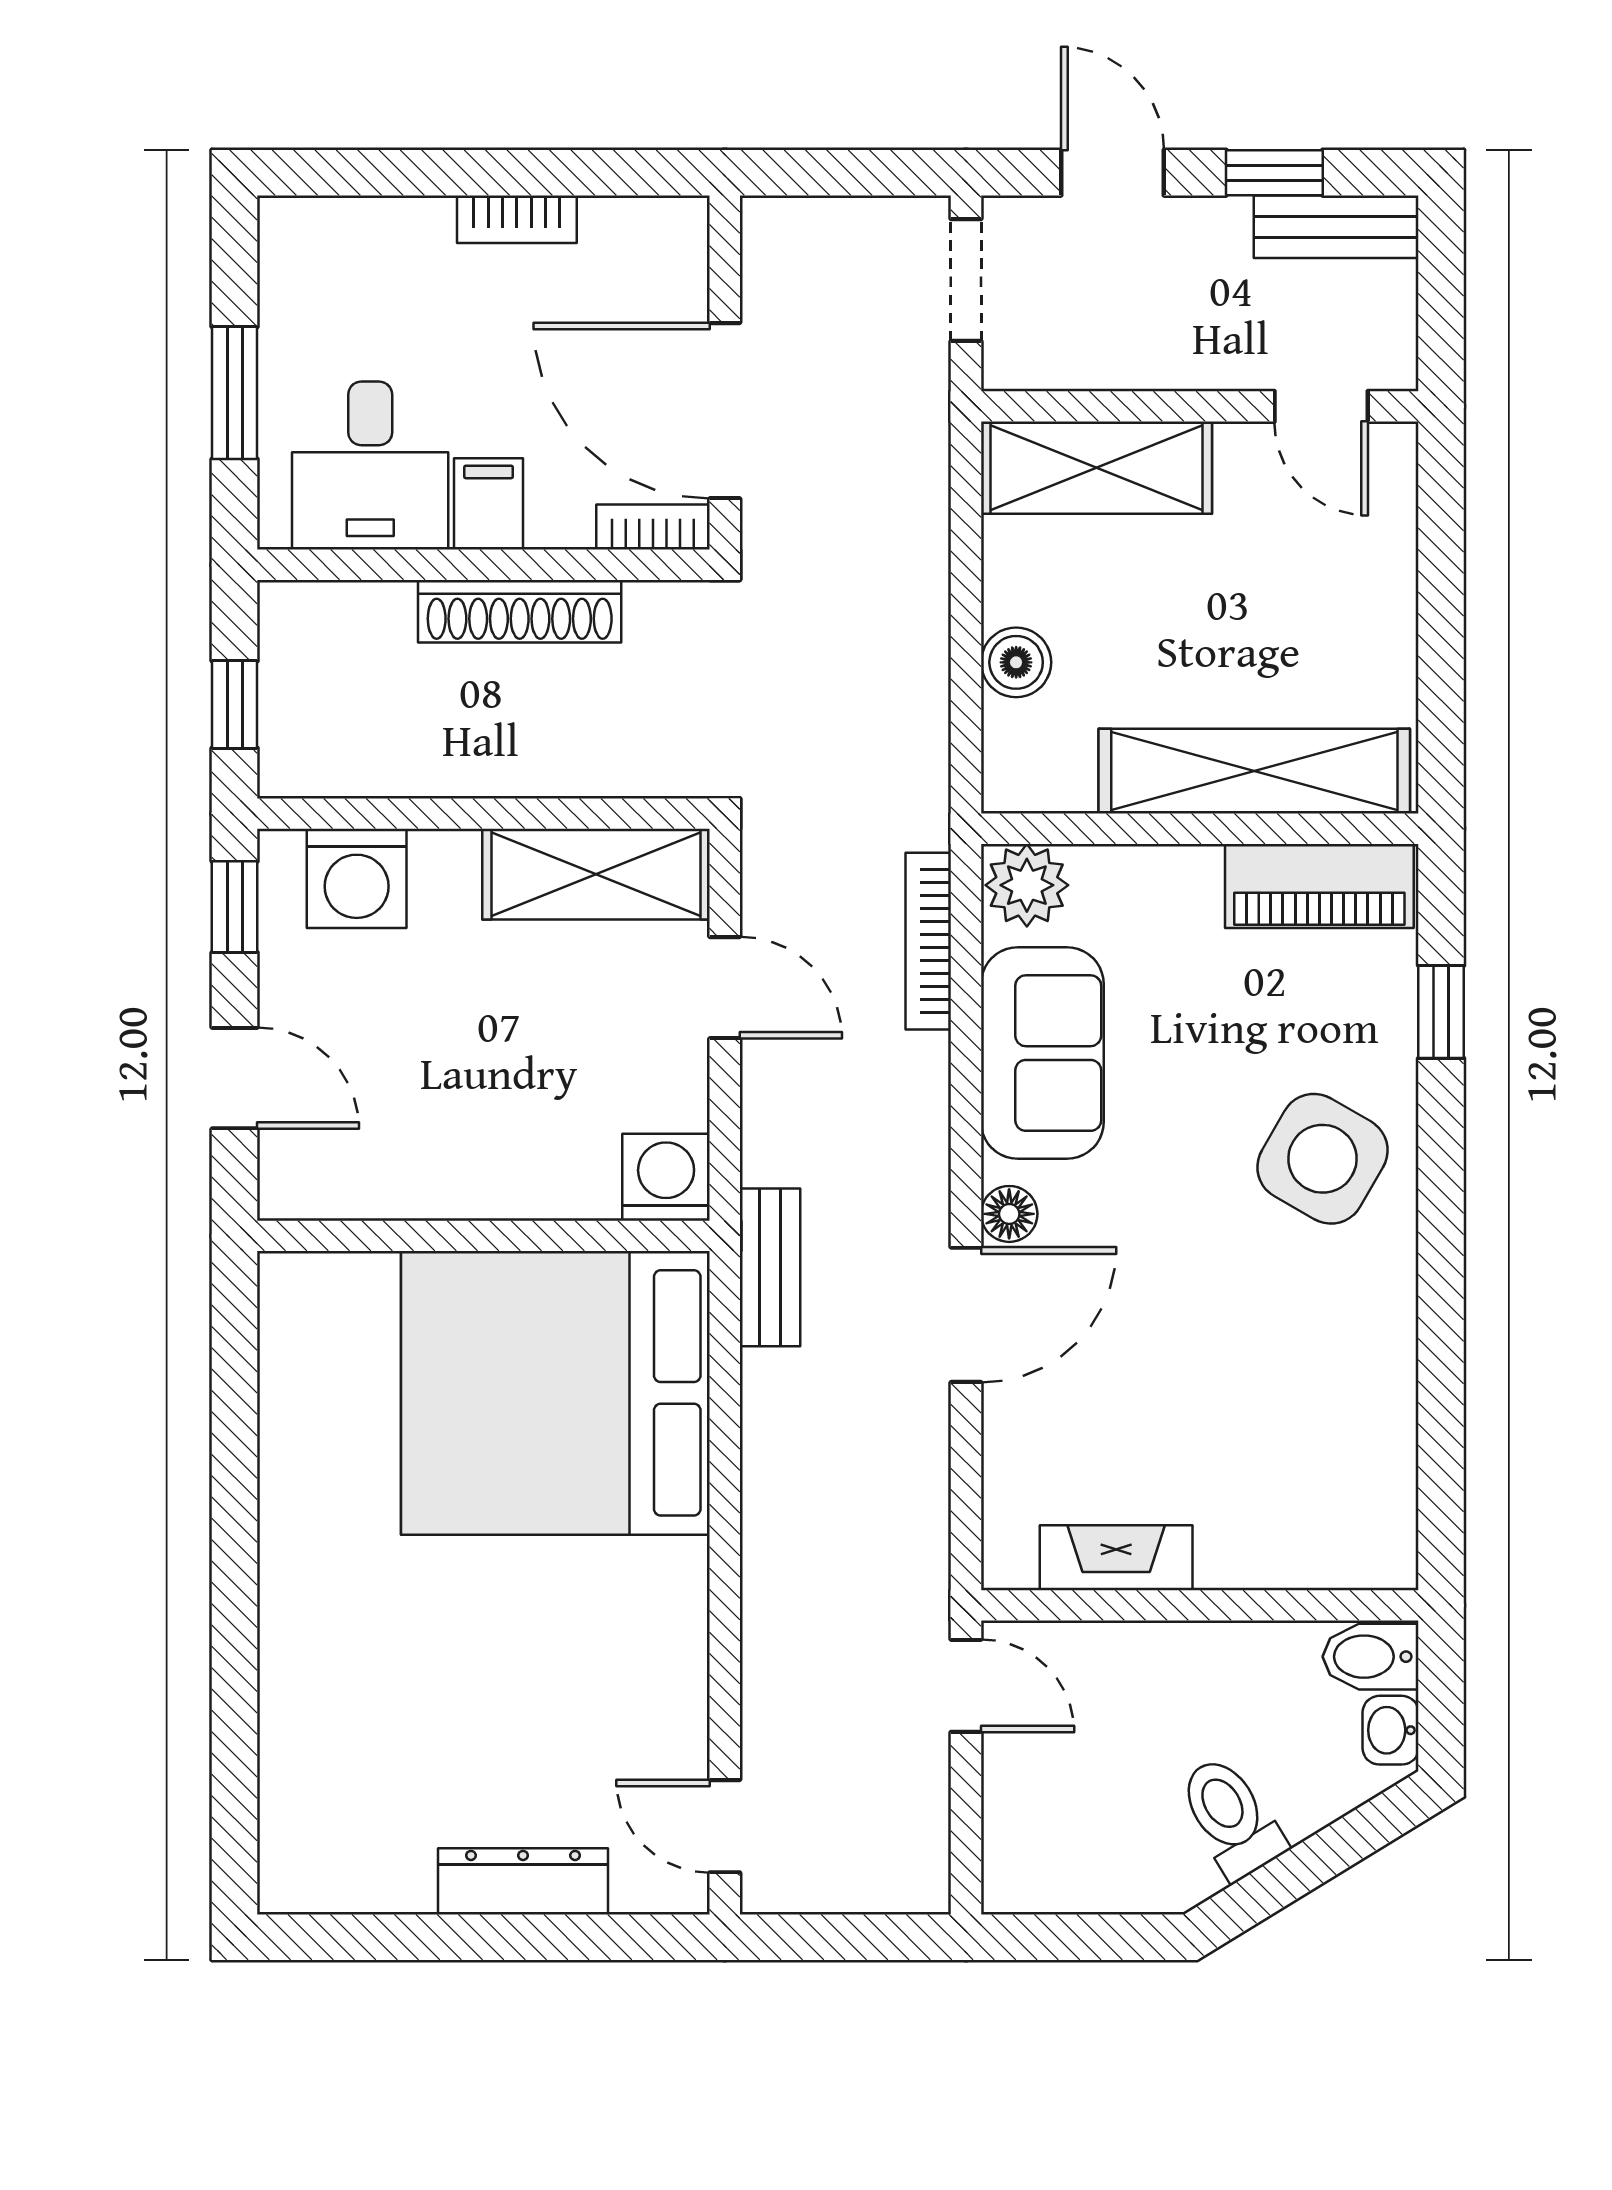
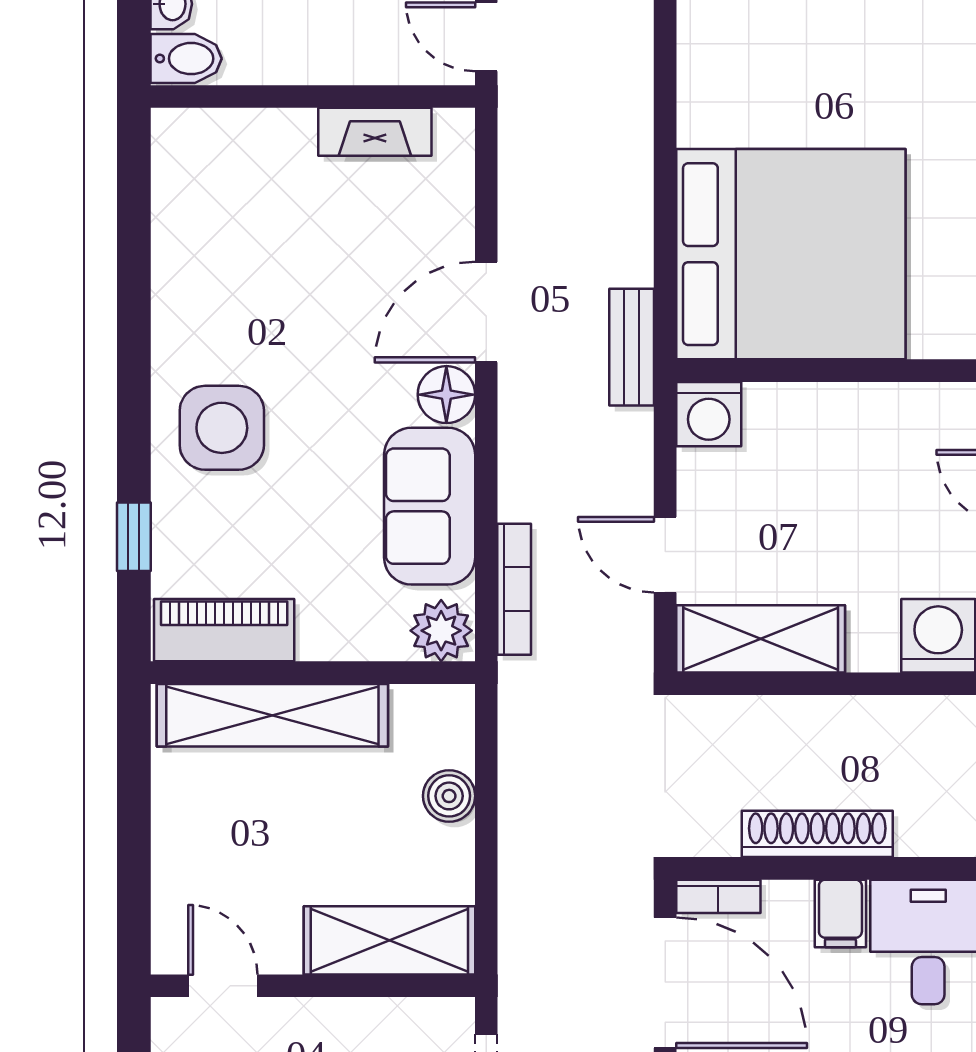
side table: (1322, 1159) -> (222, 428), turned -30
floor lamp: (1009, 1214) -> (446, 395), width x1.37, depth x1.37

